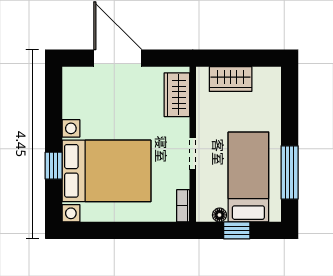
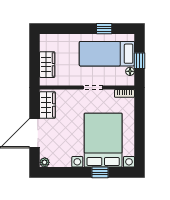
plant: (70, 75) -> (45, 162), added
wardrobe: (177, 95) -> (47, 105), moved, turned -90
window: (290, 172) -> (104, 29), width x0.46

